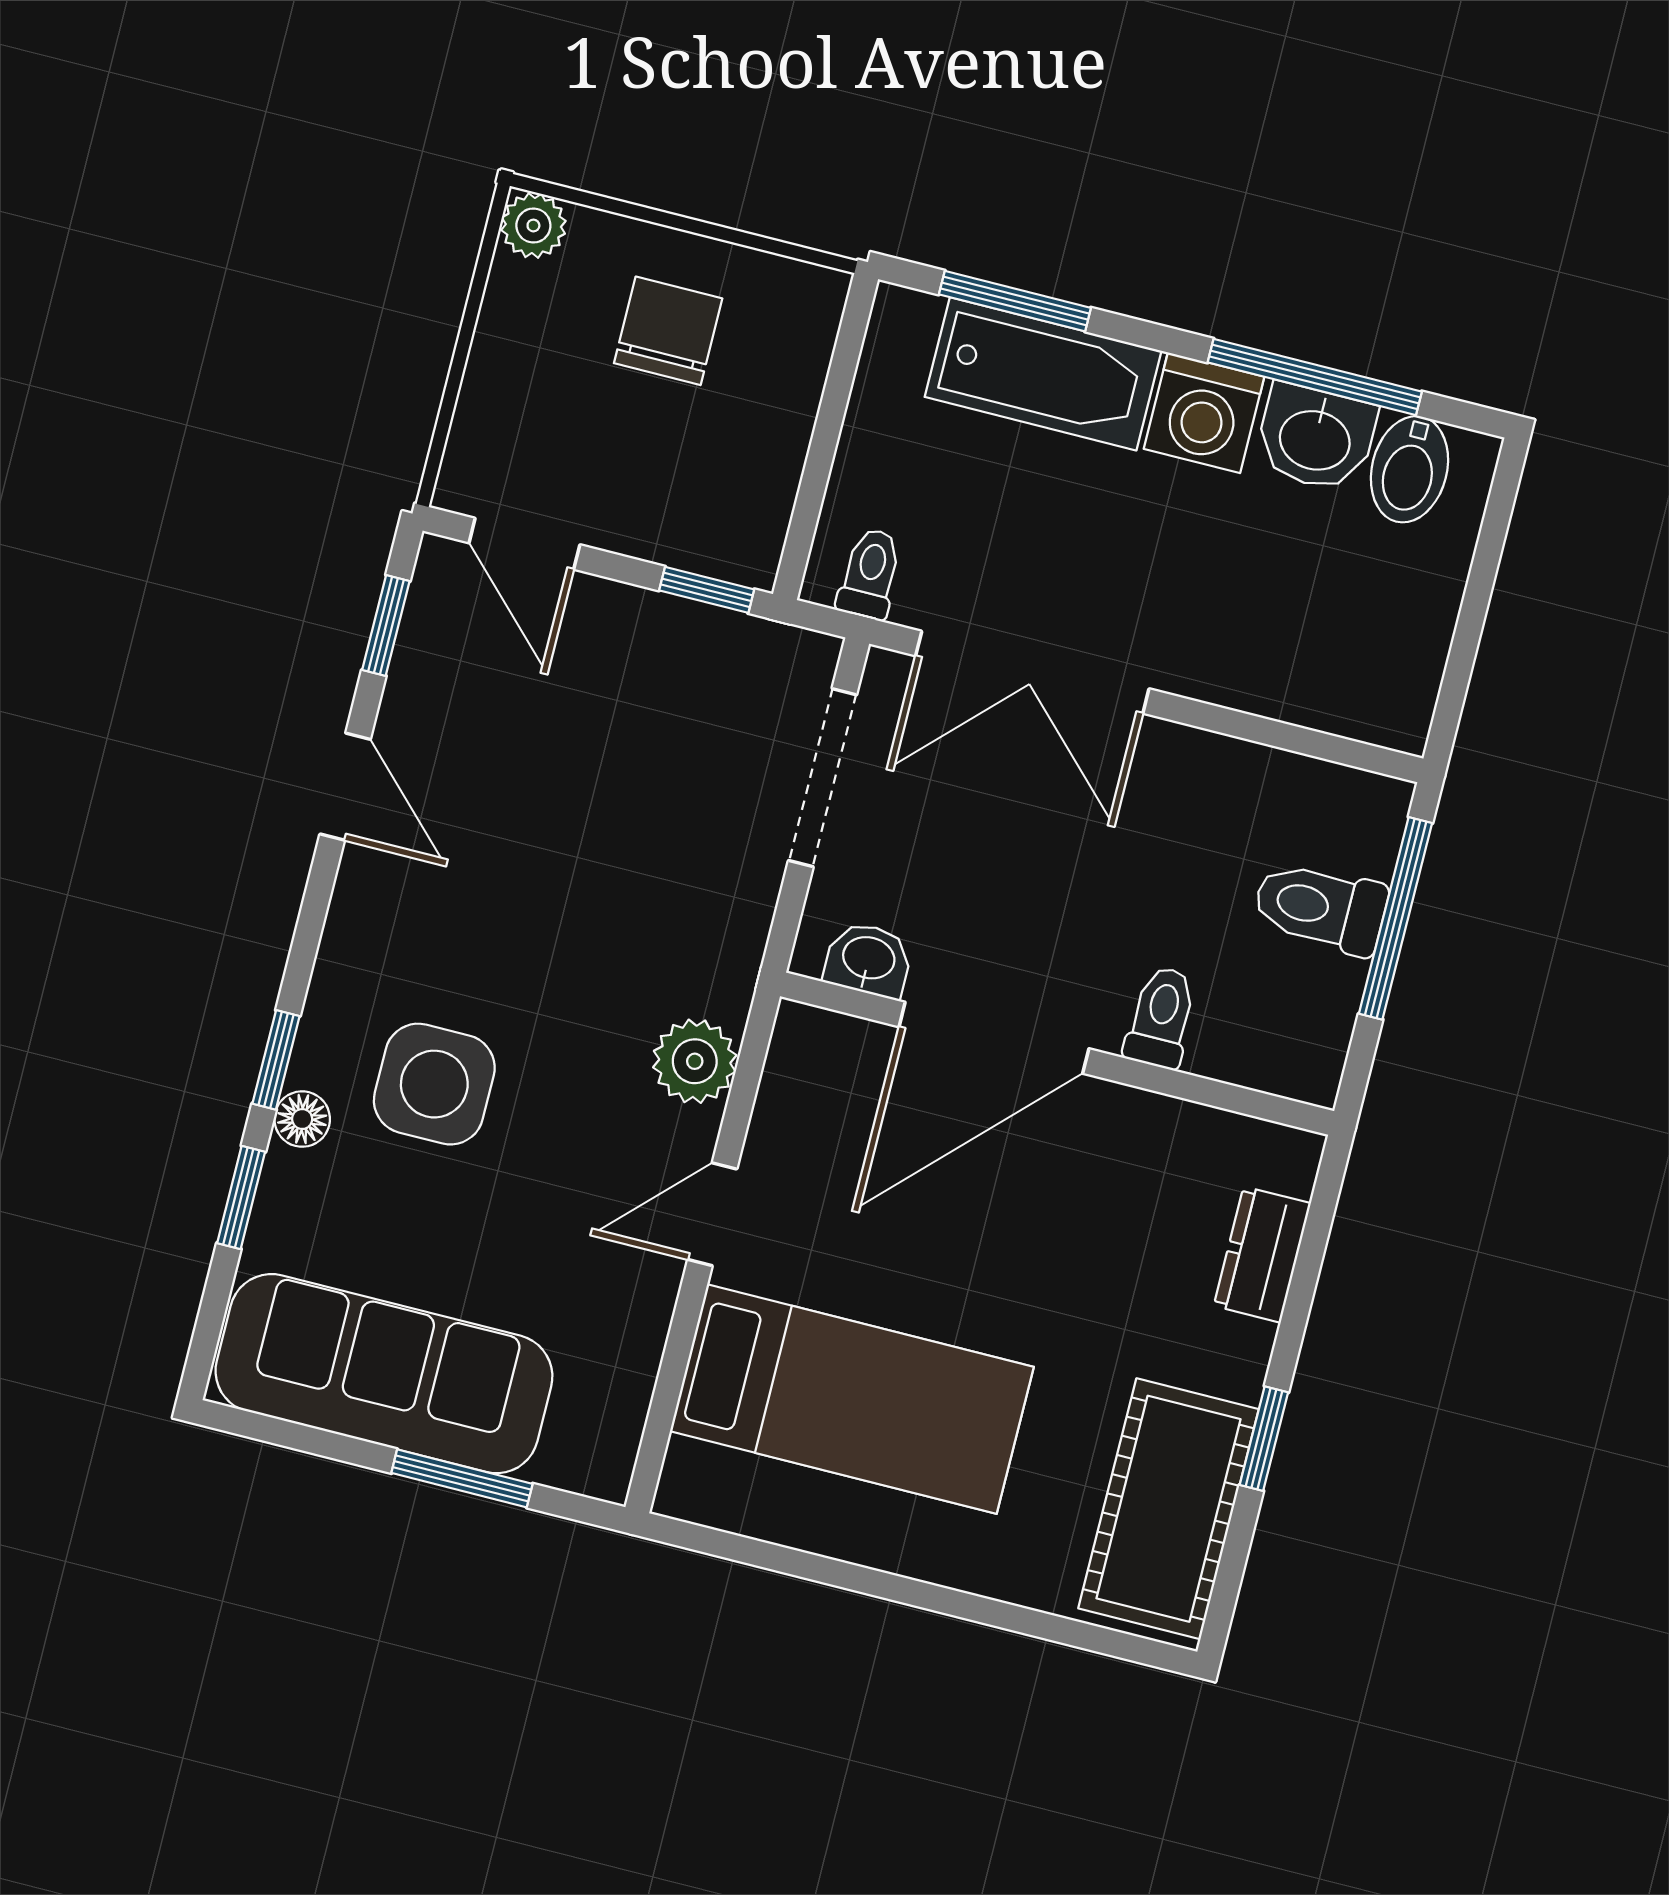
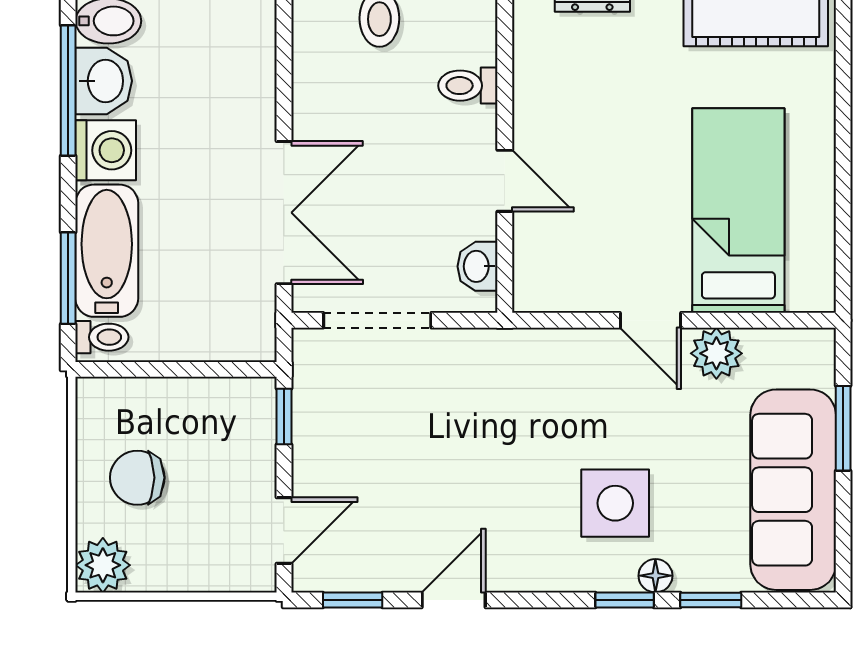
plant: (533, 225) -> (103, 565), width x1.38, depth x1.38
toilet: (870, 574) -> (102, 337), moved, turned 180
door: (994, 1038) -> (505, 181), width x0.53
plant: (695, 1061) -> (716, 353), moved

